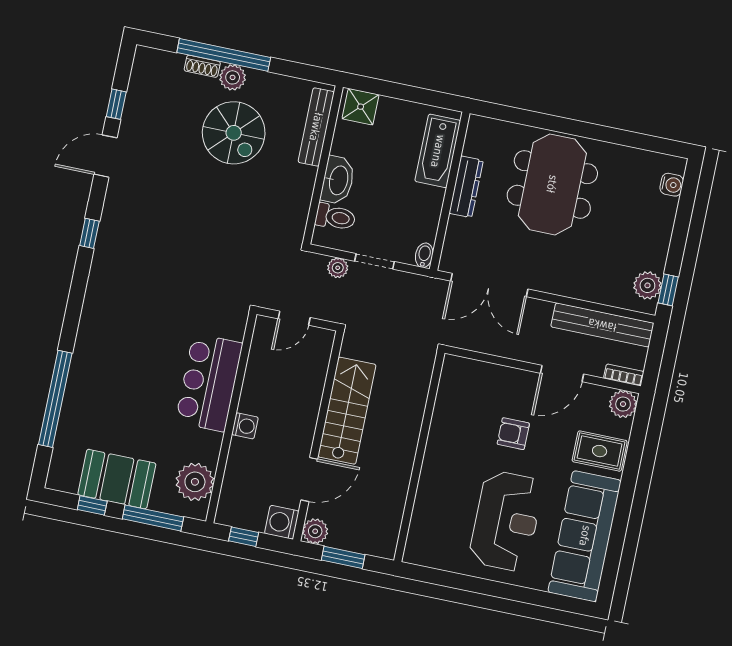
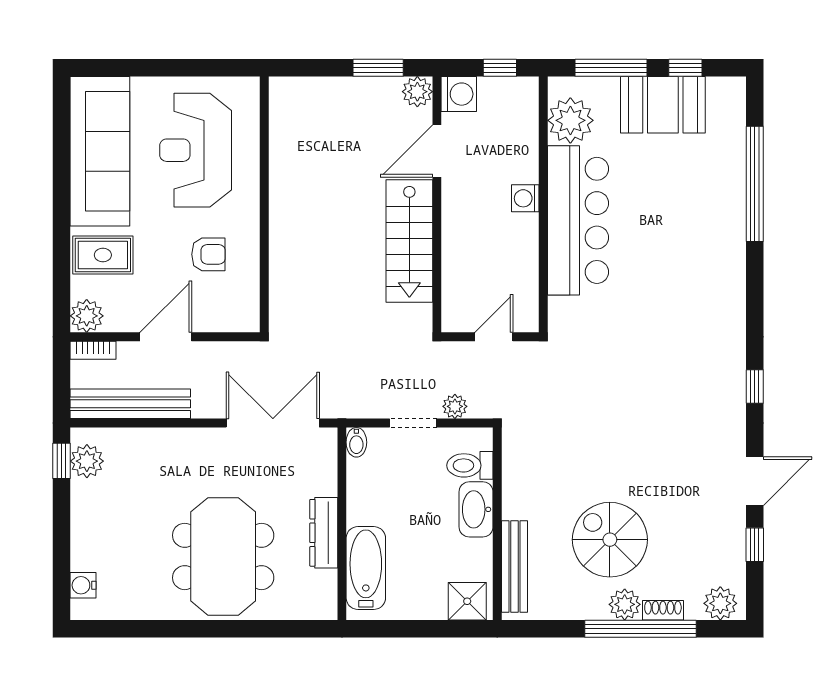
plant: (154, 62) -> (720, 603), added
bar counter: (209, 383) -> (578, 220), width x1.36
wall: (419, 457) -> (264, 204), moved

